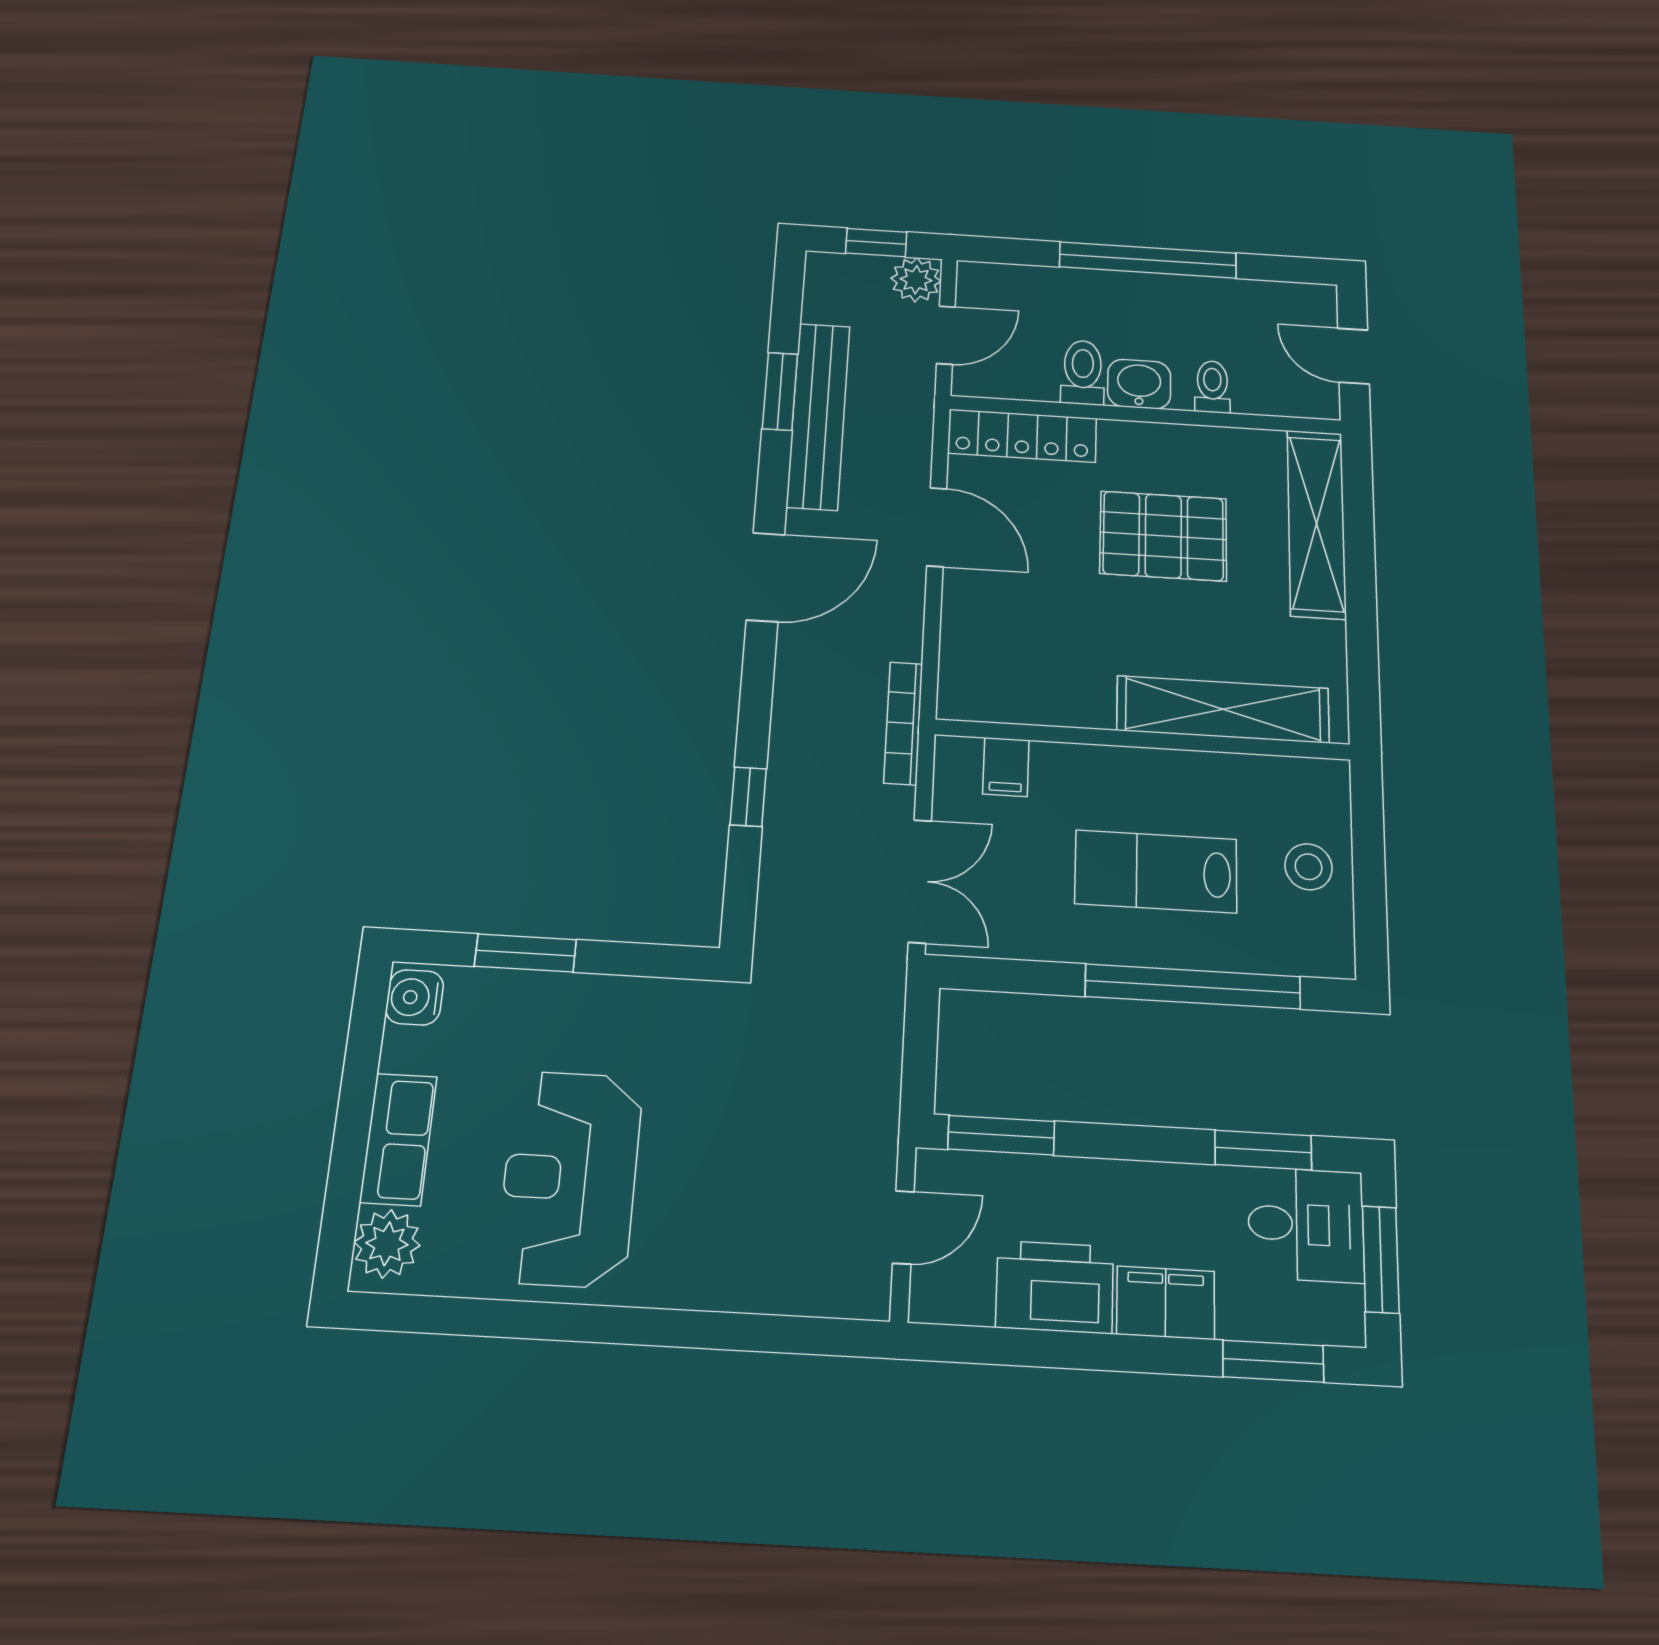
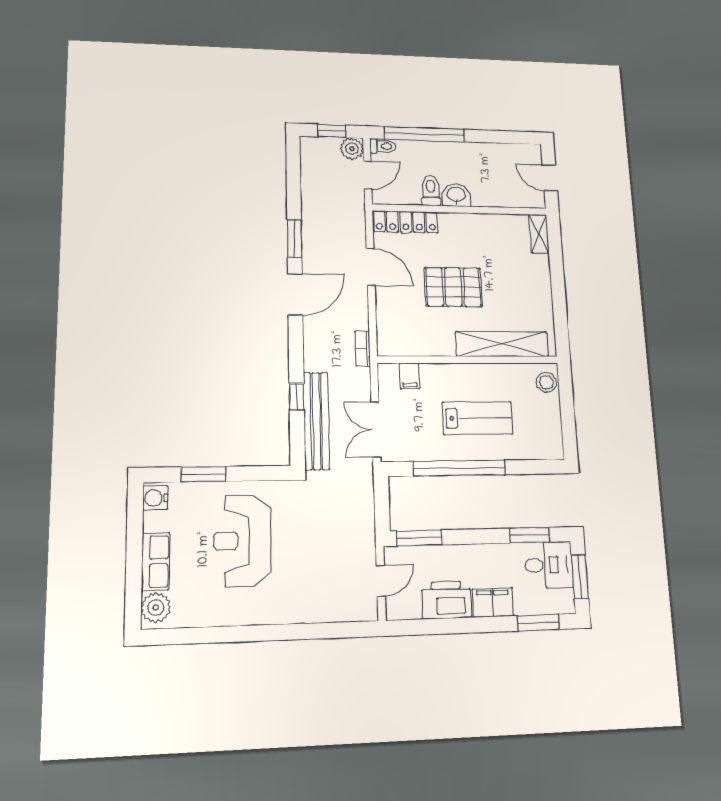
window: (1148, 260) -> (425, 134), moved
toilet: (1212, 387) -> (383, 146), moved, turned 90
window: (780, 391) -> (294, 239), moved
bench: (818, 416) -> (316, 421), moved
shelving: (1316, 523) -> (539, 234), width x0.45, depth x0.75
pallet: (1163, 536) -> (453, 287), moved
bookcase: (903, 723) -> (363, 349), width x0.64
stool: (1309, 867) -> (546, 382), moved
lab bench: (1156, 871) -> (477, 418), turned 180
double door: (920, 881) -> (376, 430), swing flipped
window: (1193, 987) -> (459, 468), moved
reception desk: (570, 1178) -> (242, 541), moved

